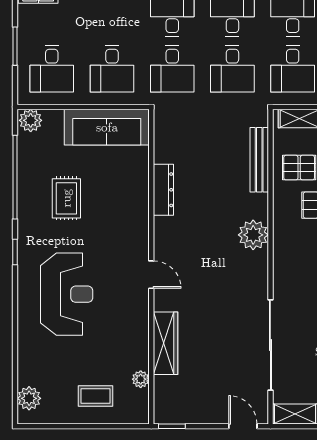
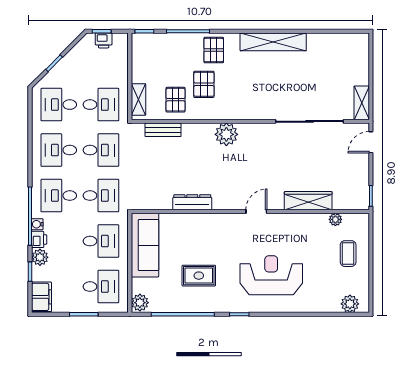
bench: (259, 160) -> (163, 130), width x0.73

